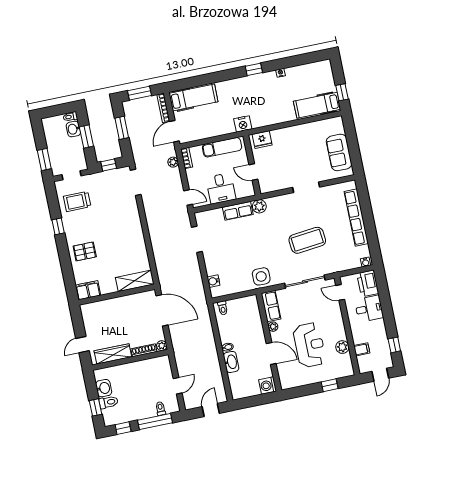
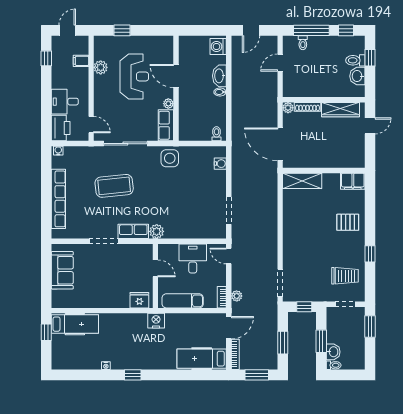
row of seats: (238, 211) -> (133, 231), moved
reception desk: (309, 345) -> (134, 76), turned 180
washing machine: (268, 385) -> (218, 47), moved, turned 180

